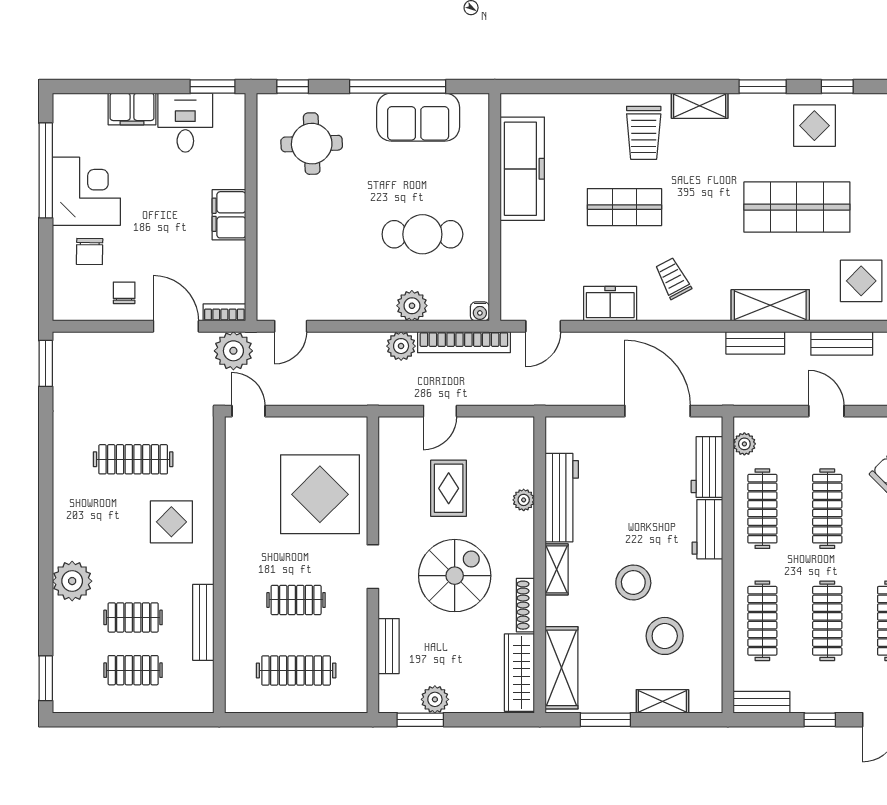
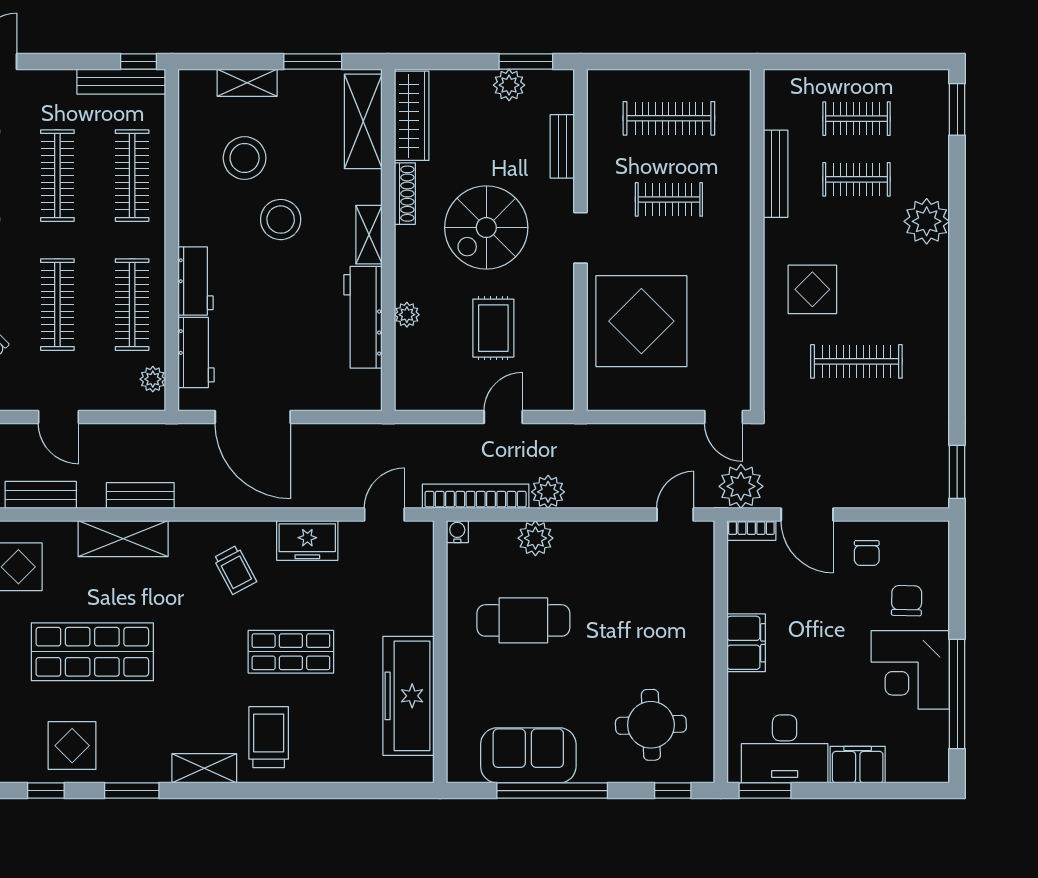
desk: (185, 123) -> (785, 749), width x1.37
bench: (761, 702) -> (121, 82), width x1.36
window: (820, 720) -> (139, 62), moved

